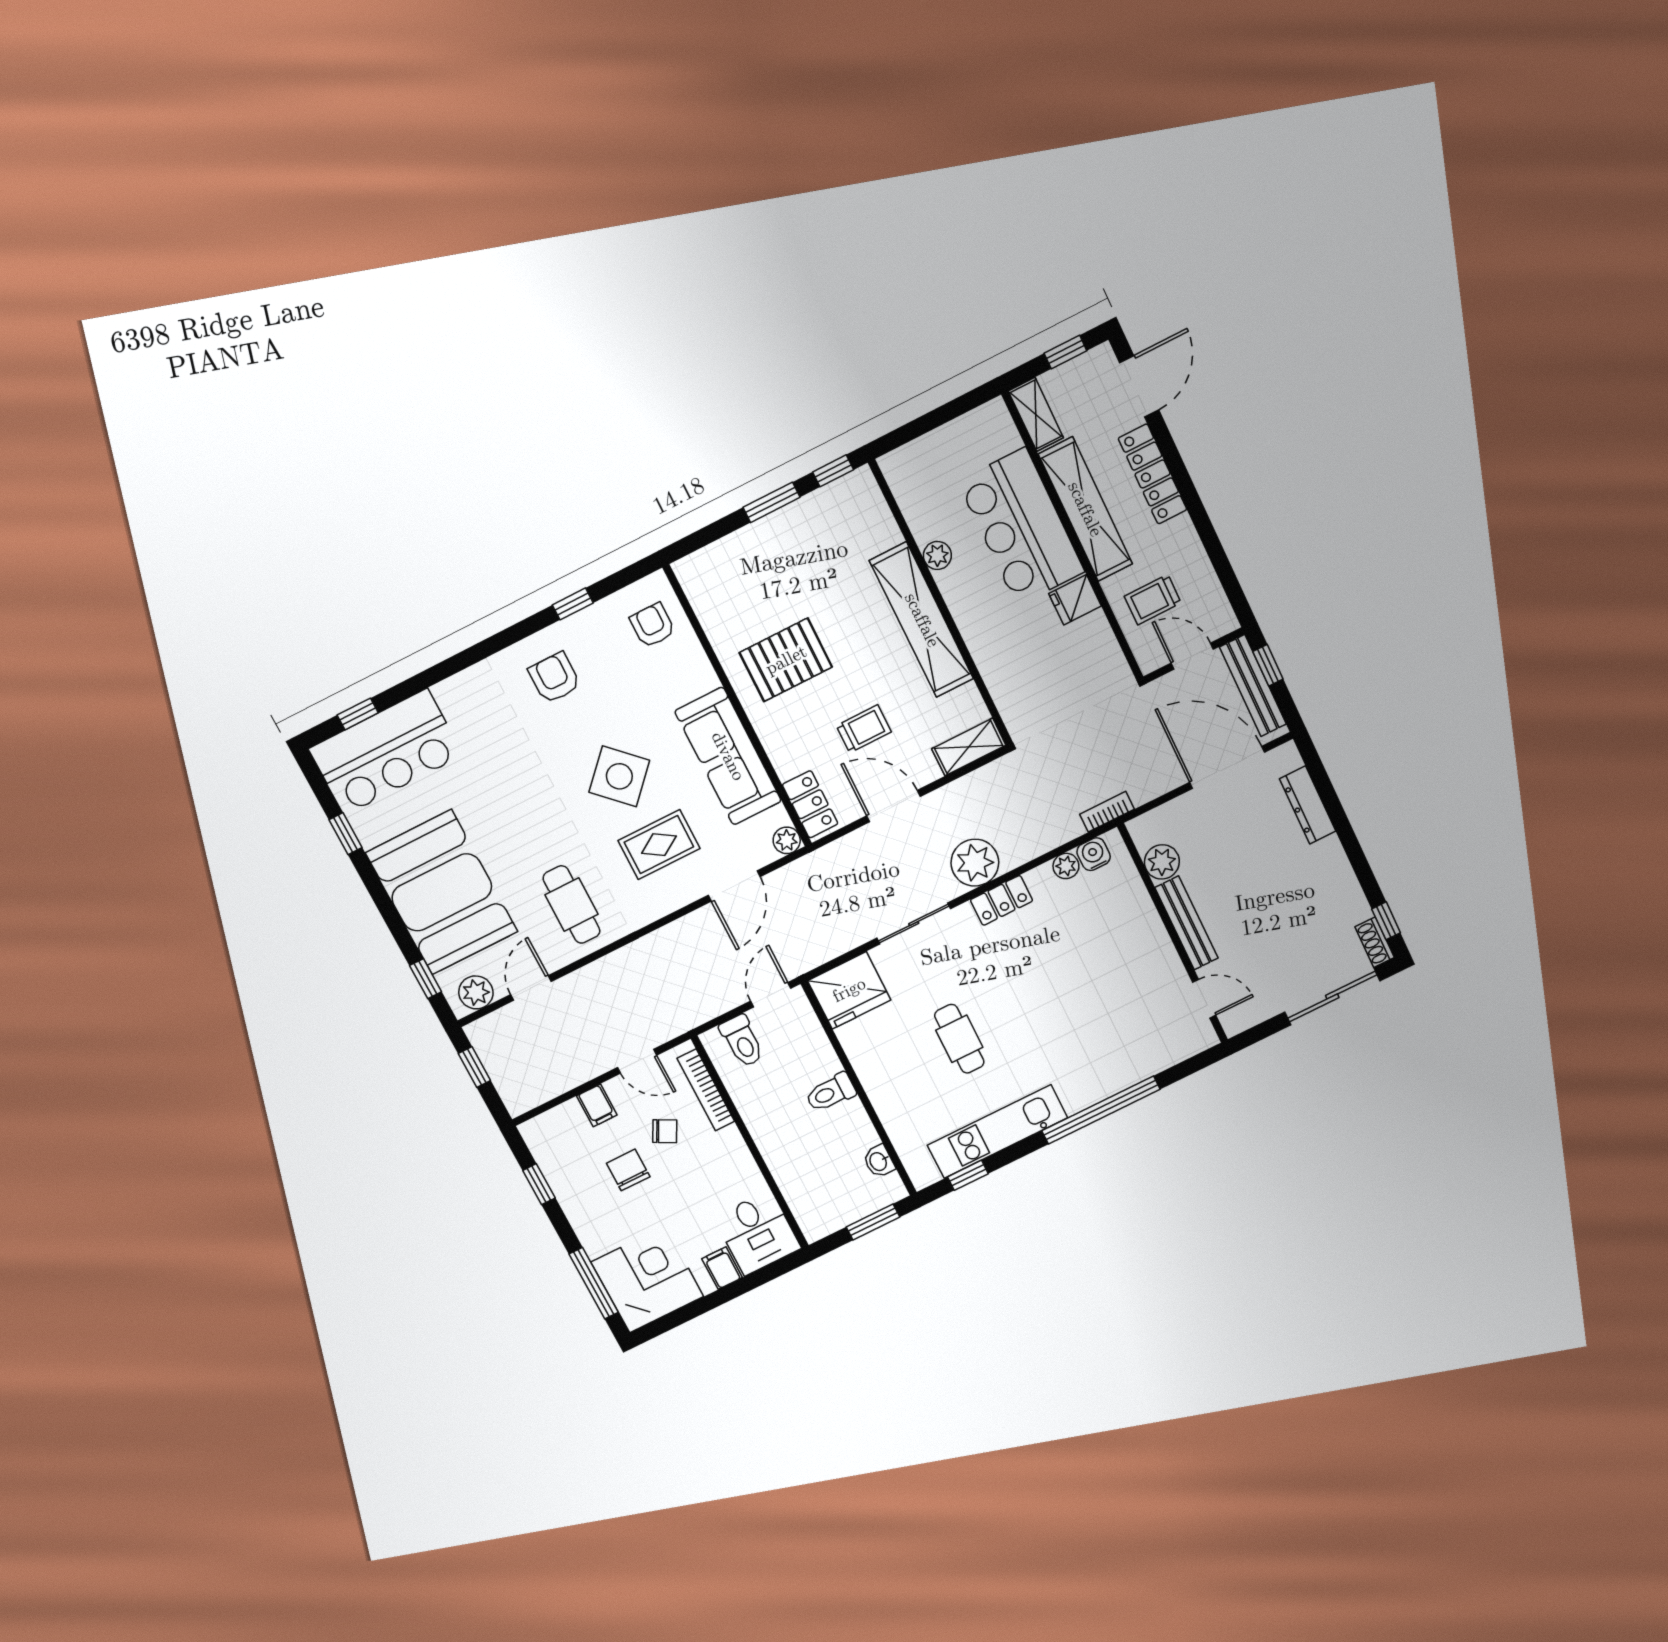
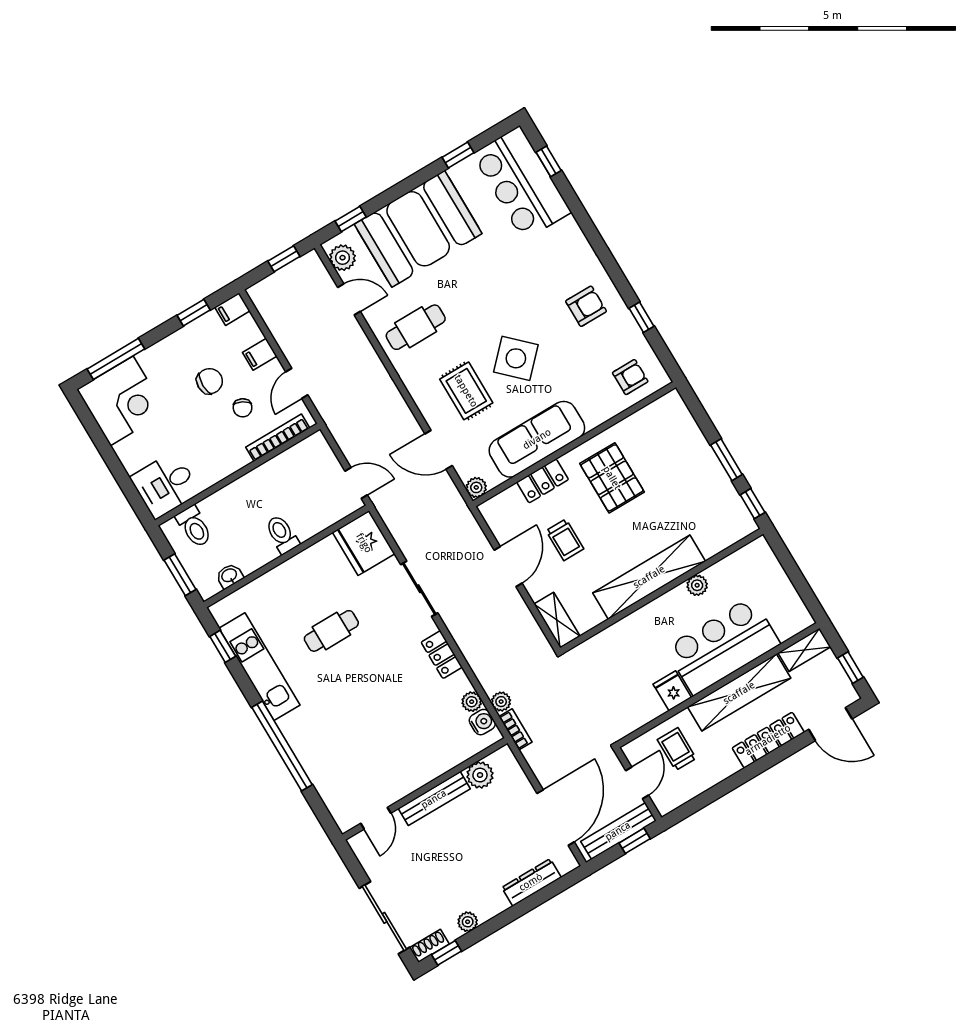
locker: (810, 804) -> (543, 481), moved
plant: (975, 863) -> (501, 702), moved, width x0.53, depth x0.53
plant: (1349, 891) -> (468, 922), added
toilet: (742, 1041) -> (194, 527), moved, turned -90
filing cabinet: (722, 1268) -> (232, 309), moved, turned 180

